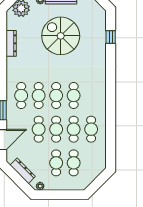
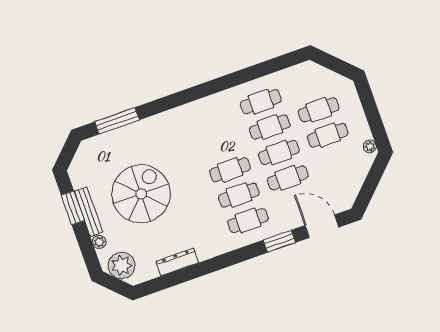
spiral stairs: (61, 36) -> (141, 194), turned 180
window: (111, 37) -> (117, 121), width x2.17
cafe table: (74, 96) -> (221, 144), removed
dresser: (23, 171) -> (356, 180), removed

